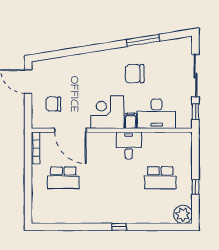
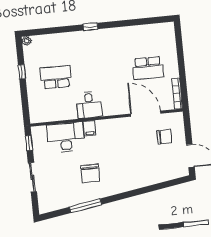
chair: (135, 74) -> (90, 173), turned 90
sliding door: (195, 76) -> (32, 177), width x0.73
corner desk: (107, 112) -> (113, 134), removed
school desk: (63, 178) -> (148, 68), turned 180
plant: (183, 214) -> (27, 41), width x0.53, depth x0.53

